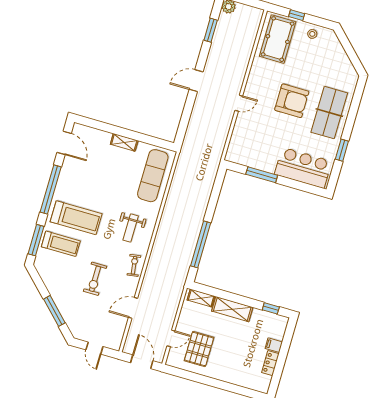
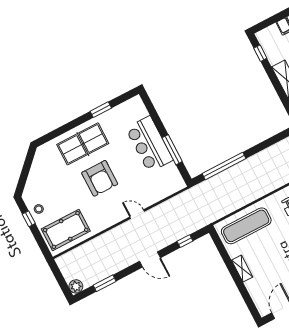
window: (297, 15) -> (29, 219), moved
armchair: (292, 101) -> (100, 178), turned 180
window: (185, 119) -> (185, 241), added
bar counter: (303, 168) -> (149, 144), moved
window: (201, 244) -> (224, 166), moved

